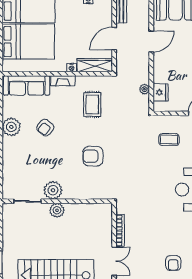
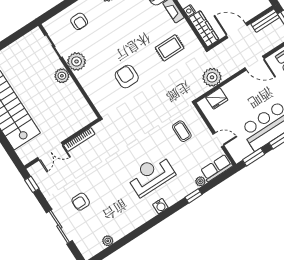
plant: (144, 89) -> (212, 77), width x1.88, depth x1.88
armchair: (45, 128) -> (79, 21), moved, turned -129

